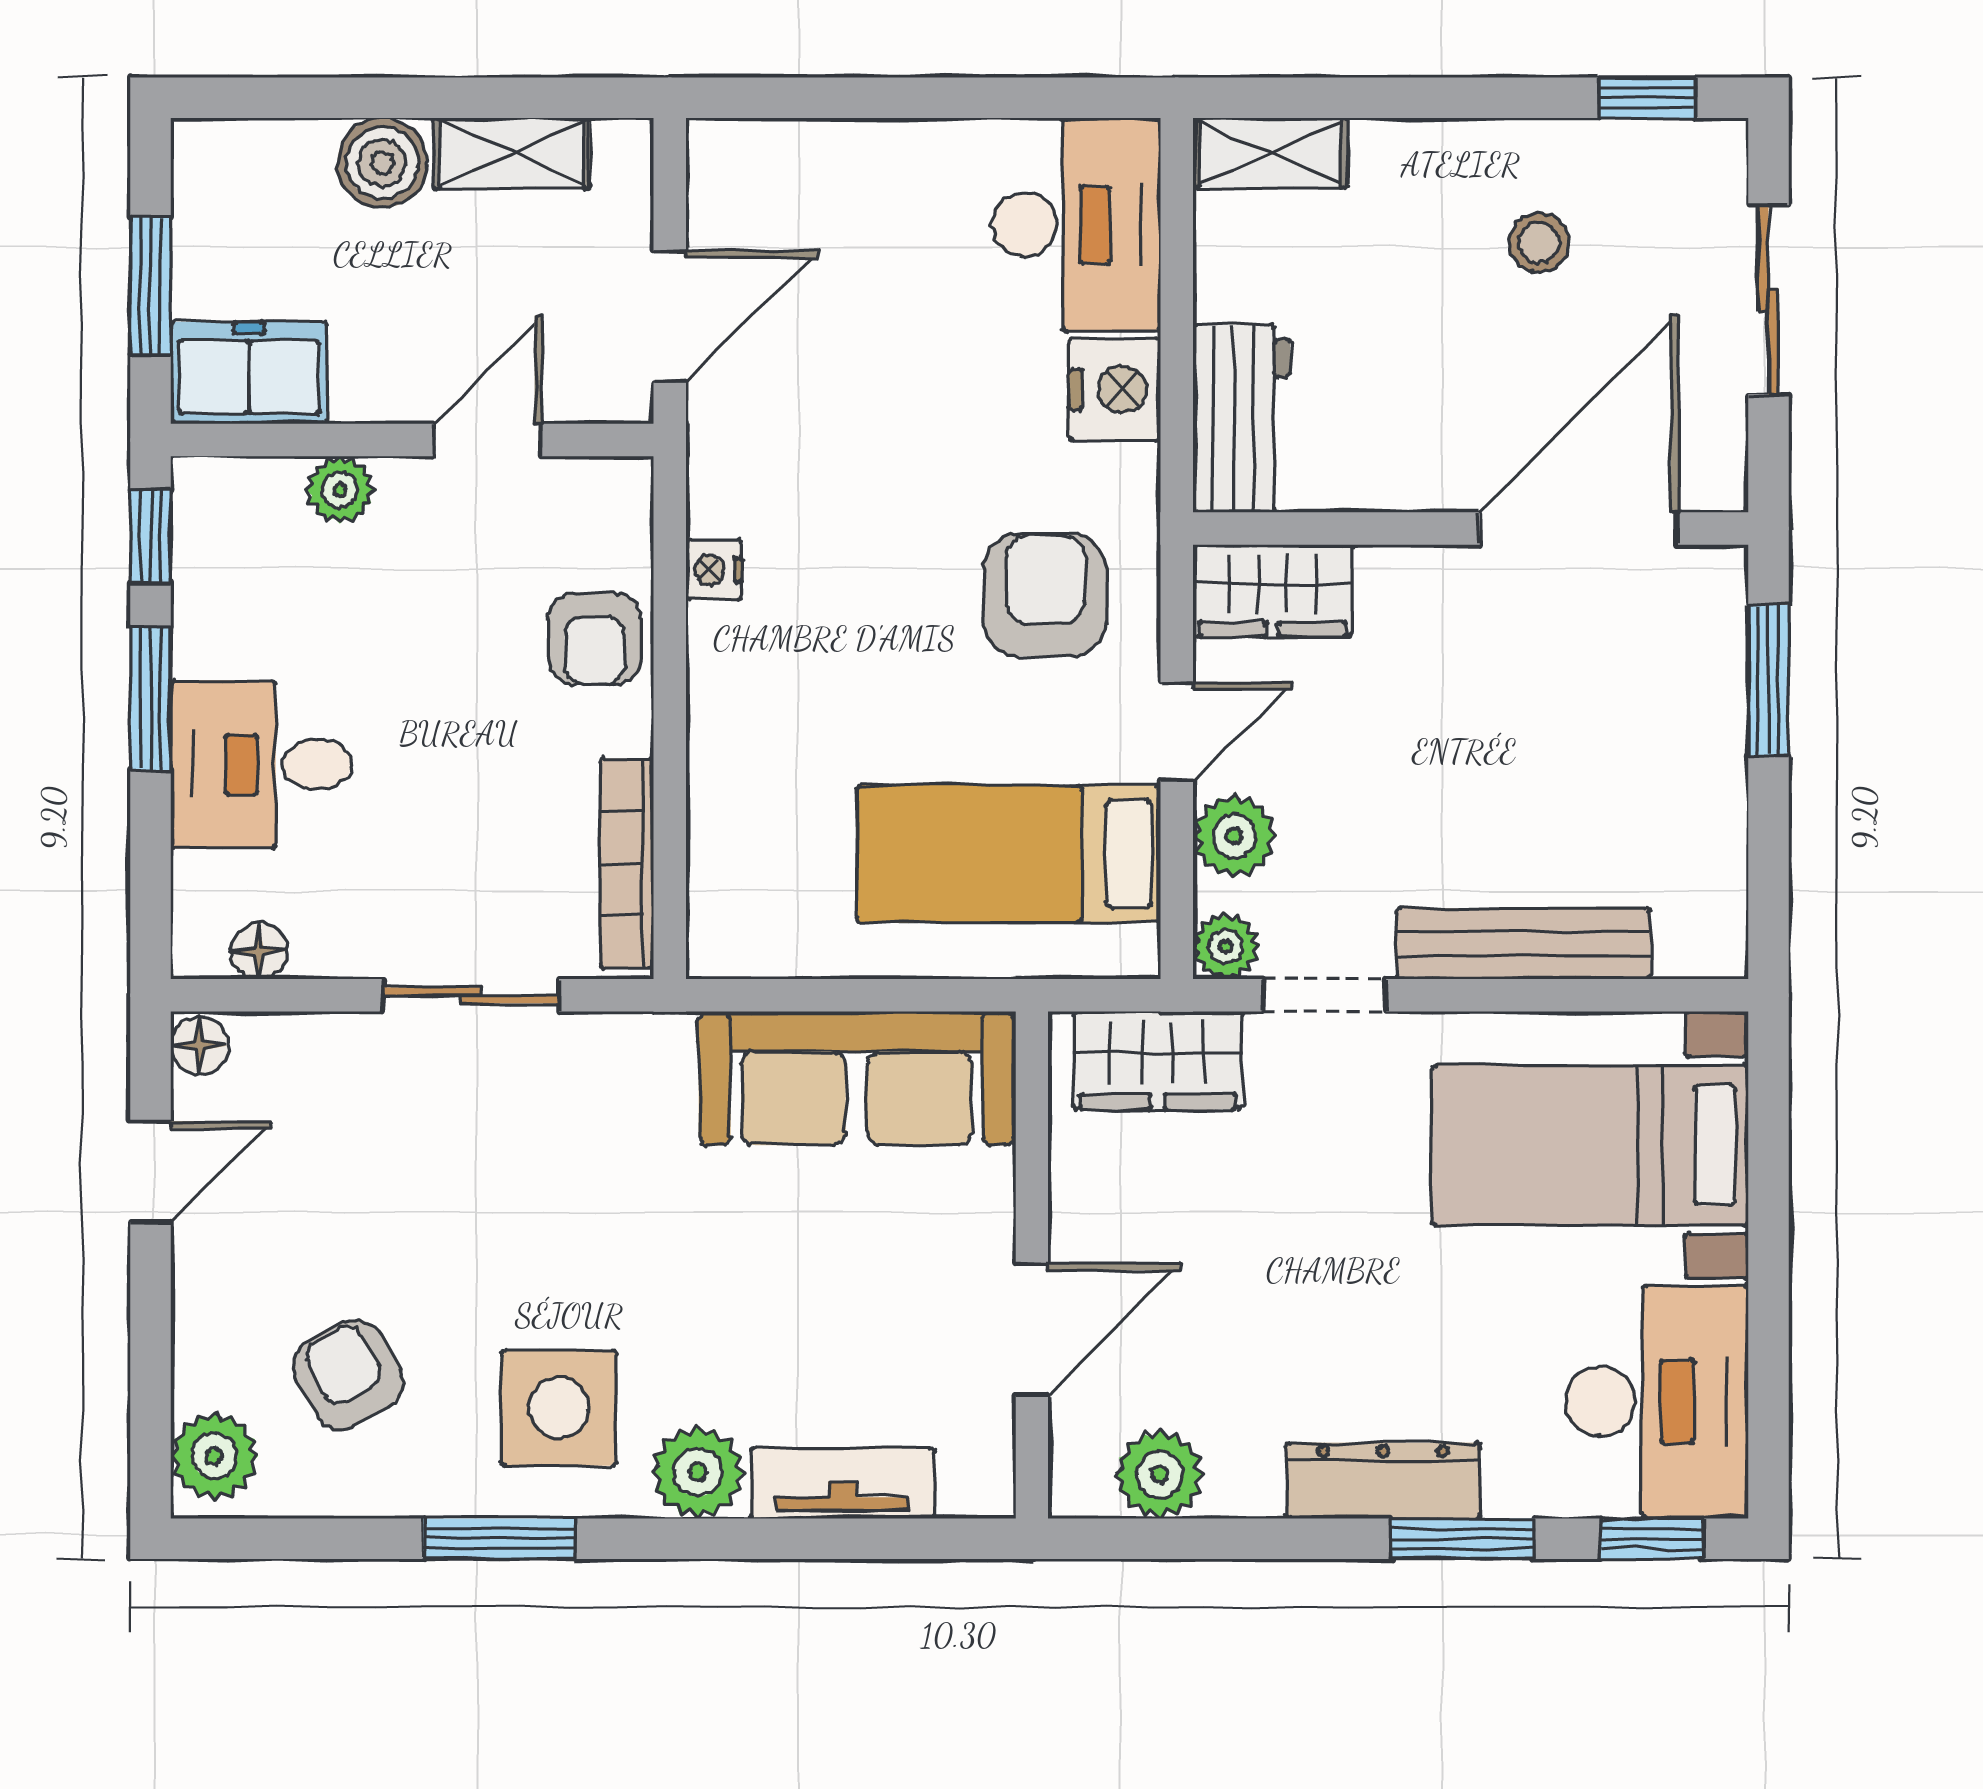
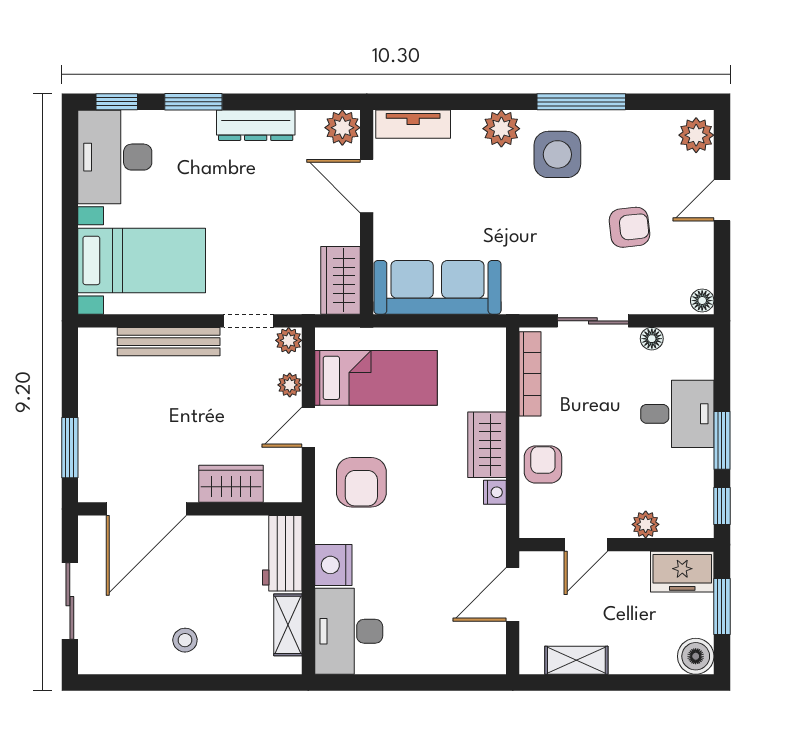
window: (1647, 98) -> (119, 682), removed
shelving: (1270, 153) -> (288, 625), moved, turned 90
boiler: (382, 163) -> (696, 656), moved
stool: (1539, 242) -> (185, 640), moved
wardrobe: (1272, 591) -> (231, 484), moved
wardrobe: (733, 688) -> (487, 445), added
plant: (1234, 836) -> (290, 385), width x0.73, depth x0.73
floor lamp: (259, 951) -> (652, 339), moved
wardrobe: (1158, 1060) -> (341, 280), moved, turned -90
door: (150, 1172) -> (722, 200), moved
door: (1032, 1329) -> (367, 186), hinge flipped
armchair: (349, 1375) -> (629, 227), moved, turned -67
plant: (1160, 1474) -> (342, 128), moved
dresser: (1383, 1481) -> (256, 125), moved
tv unit: (843, 1483) -> (413, 124), moved
window: (499, 1539) -> (581, 102), width x1.44

